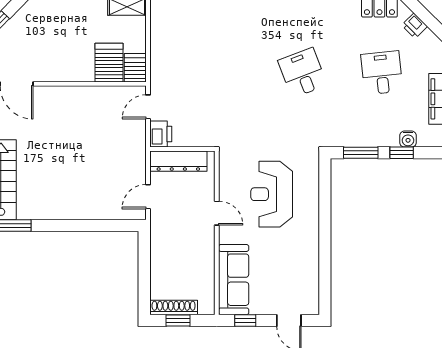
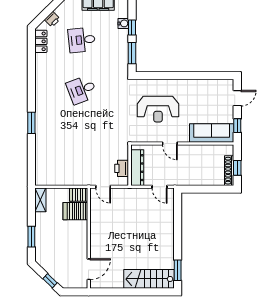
printer: (161, 134) -> (122, 168), moved, turned -90
door: (217, 213) -> (170, 143), swing flipped

